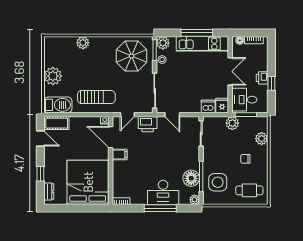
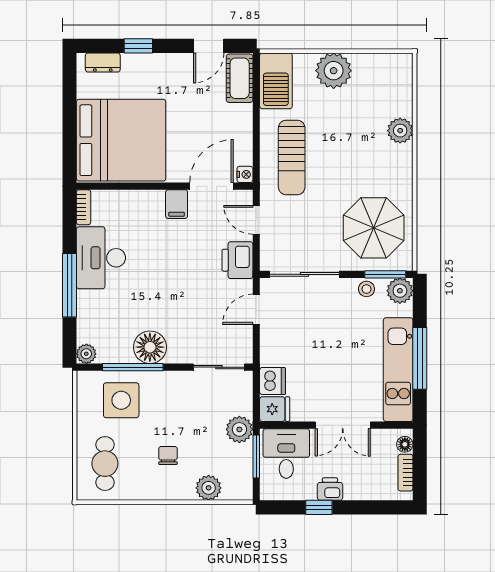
floor lamp: (191, 178) -> (150, 347), moved
desk: (163, 192) -> (101, 258), moved

